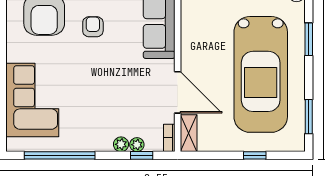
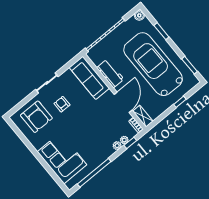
workbench: (192, 39) -> (110, 73), added
car: (261, 74) -> (153, 64), turned 180
door: (178, 92) -> (123, 102), hinge flipped

